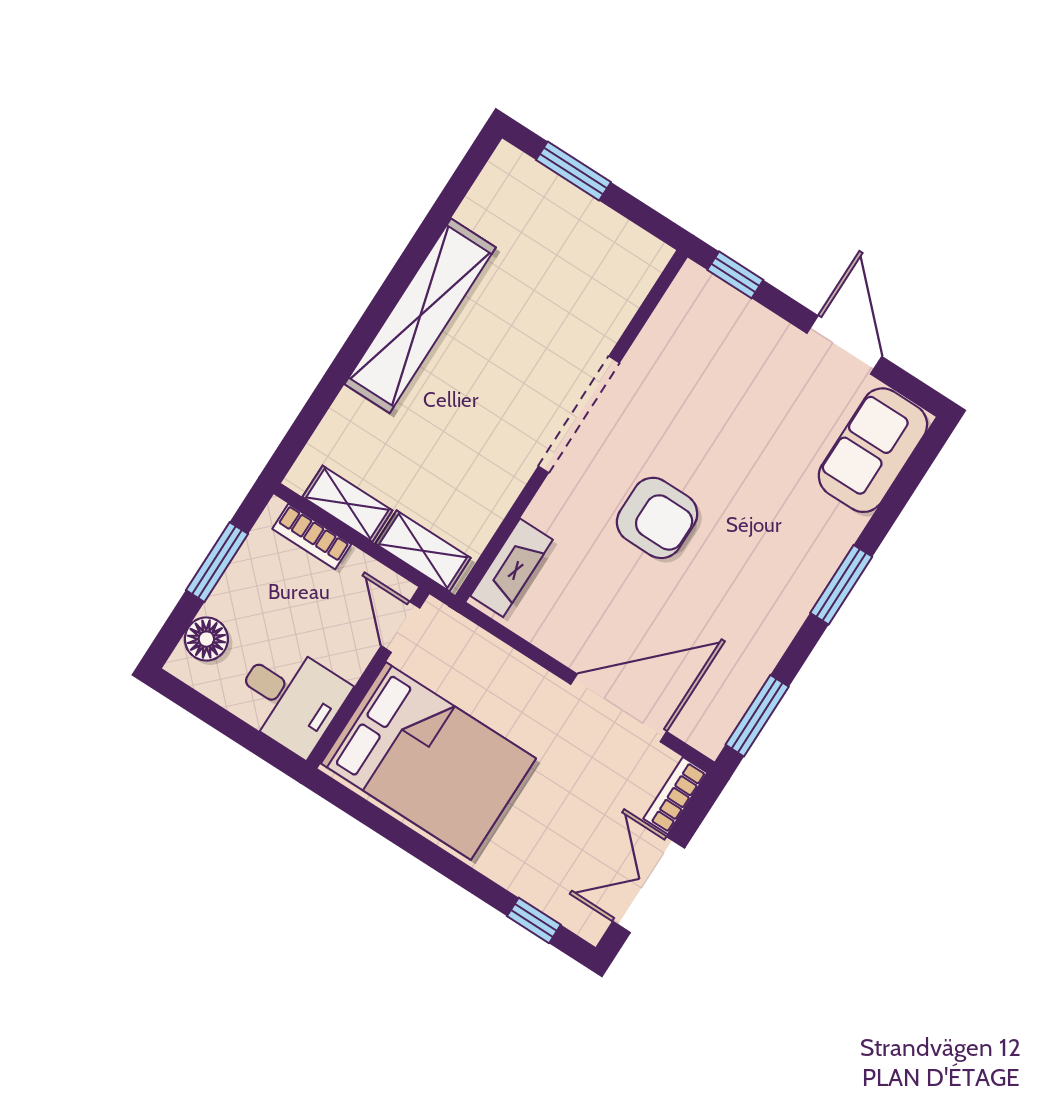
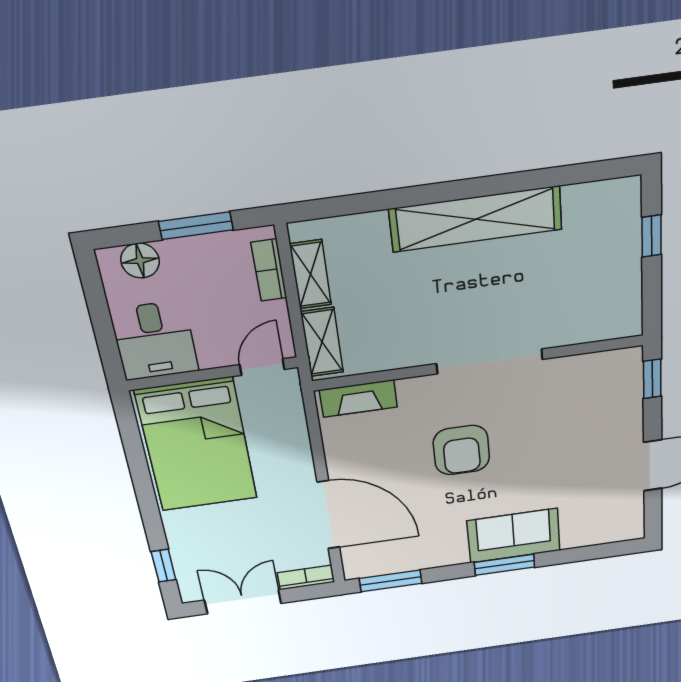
window: (573, 171) -> (652, 236), width x0.67
sofa: (873, 450) -> (514, 536), moved

